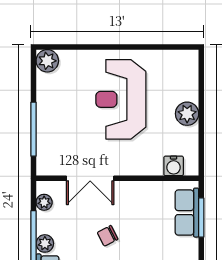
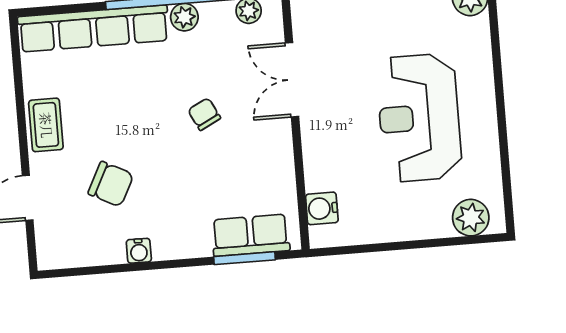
reception desk: (121, 99) -> (419, 118), turned -90
plant: (187, 114) -> (471, 218), moved

